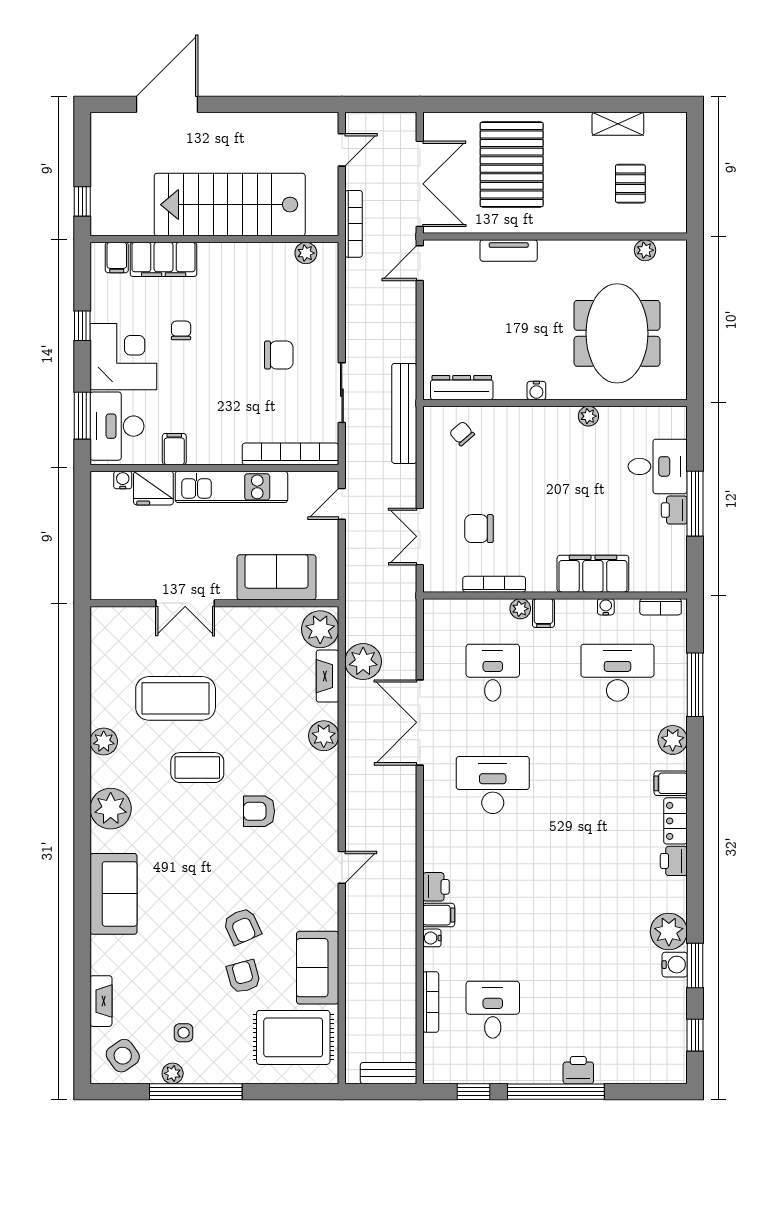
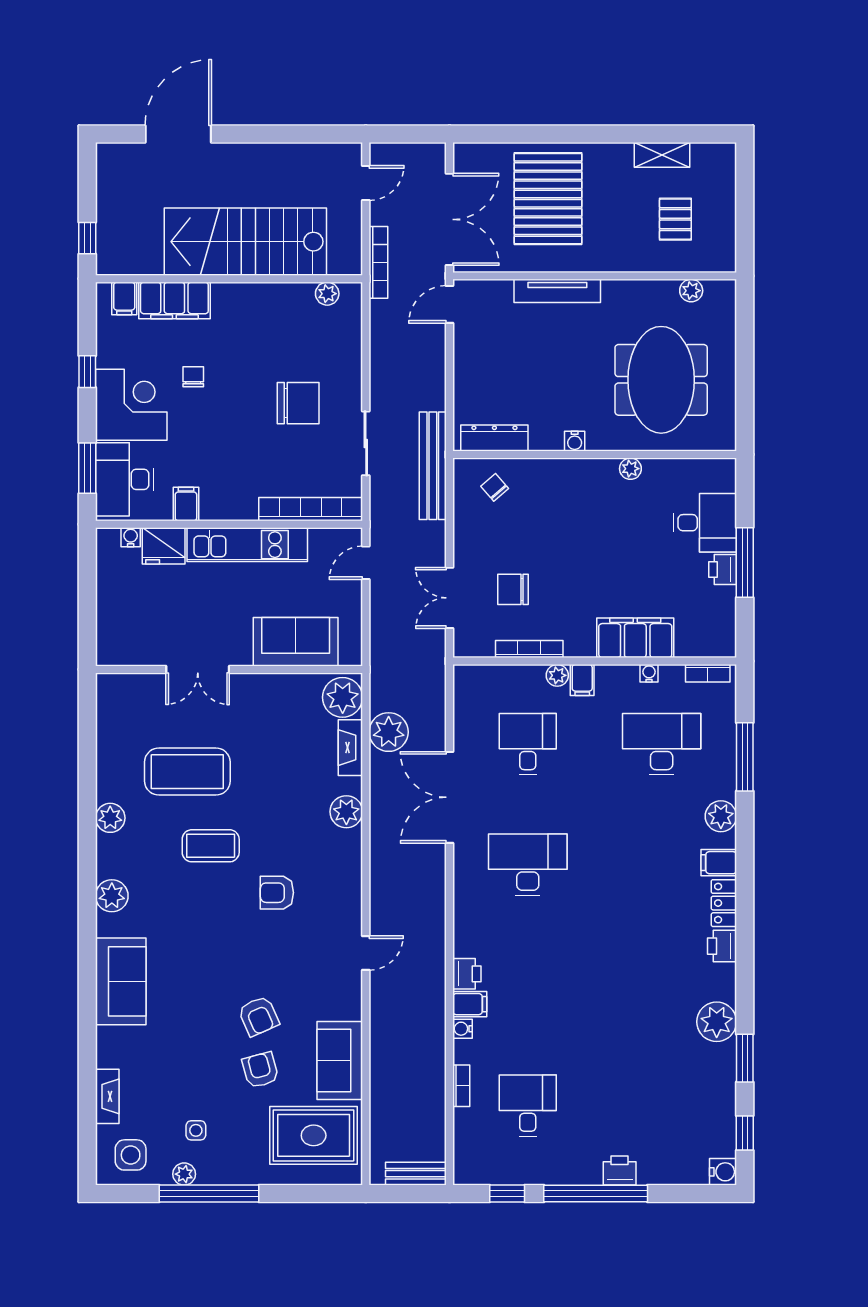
tv unit: (509, 250) -> (557, 291), width x1.41
chair: (279, 355) -> (298, 403), width x1.37, depth x1.37
plant: (111, 809) -> (112, 896), width x0.73, depth x0.73
water cooler: (675, 965) -> (723, 1172), moved
bookcase: (431, 1002) -> (461, 1086), width x0.64
side table: (123, 1056) -> (131, 1155), turned 35

